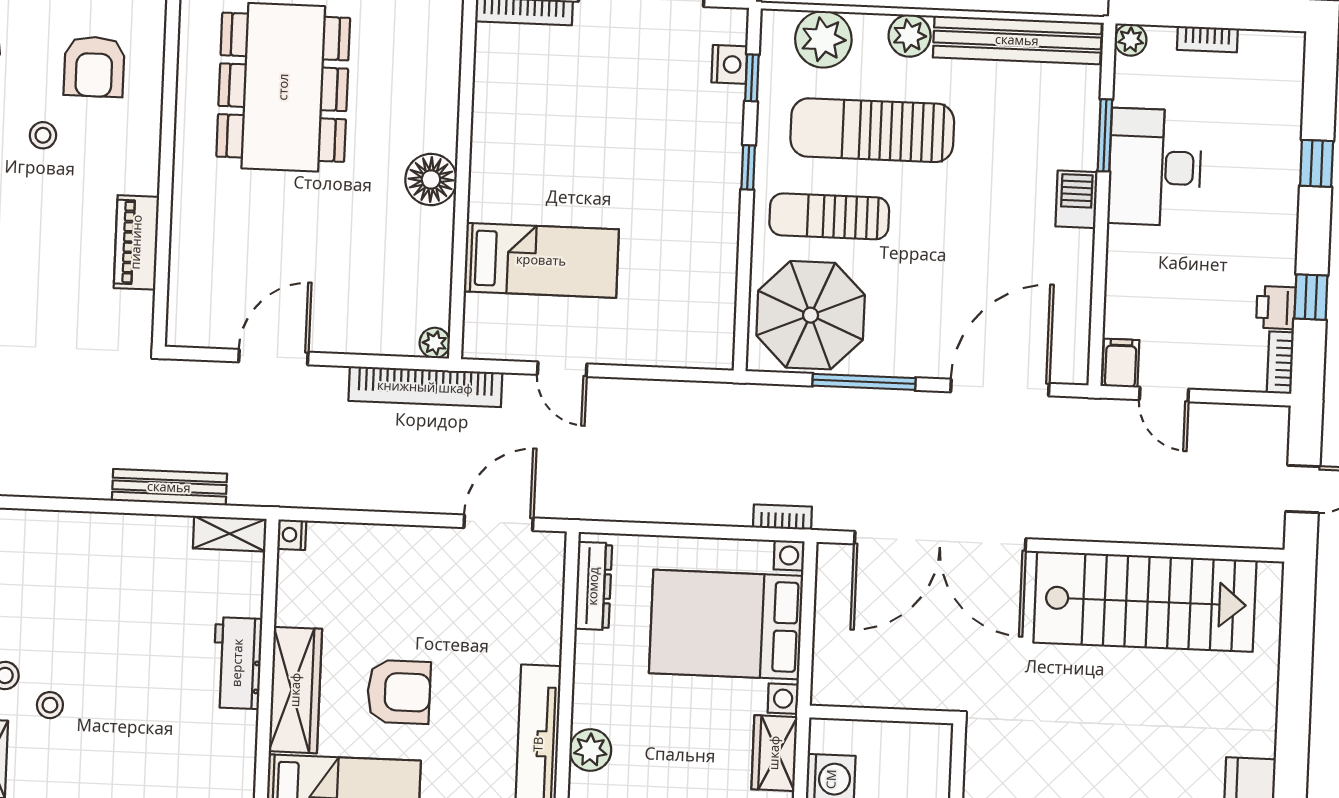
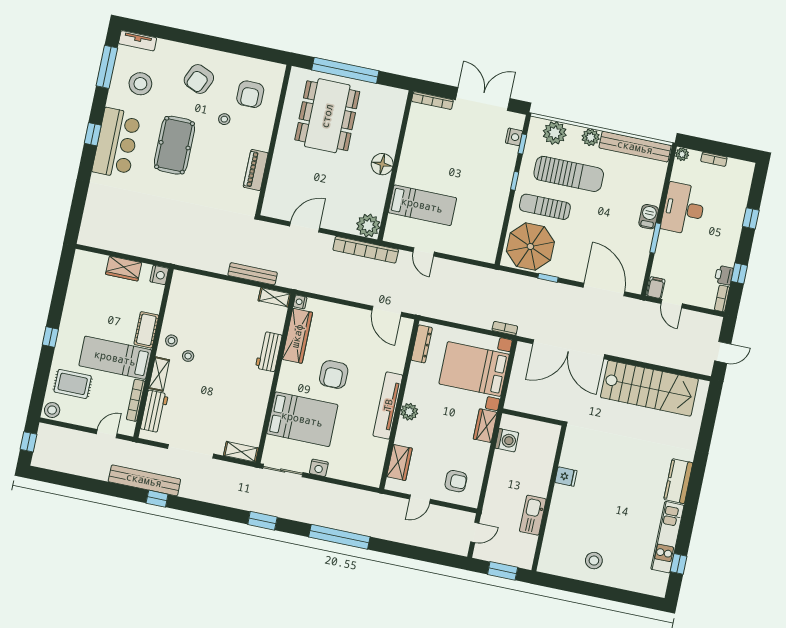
sun lounger: (872, 130) -> (569, 174), turned 180
window: (1105, 135) -> (655, 238), moved
plant: (435, 343) -> (368, 226), width x1.88, depth x1.88
window: (864, 382) -> (548, 278), width x0.46
door: (1000, 388) -> (604, 290), hinge flipped
door: (498, 523) -> (387, 311), swing flipped
wardrobe: (295, 690) -> (297, 336), moved
armchair: (399, 692) -> (334, 375), turned 90

